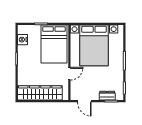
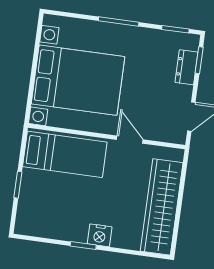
nightstand: (23, 40) -> (100, 235), moved
bed: (54, 44) -> (65, 154), width x0.67

